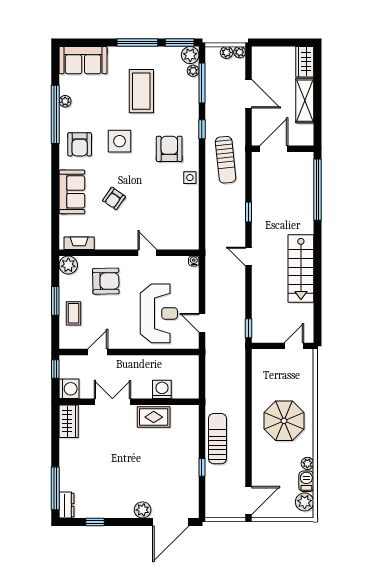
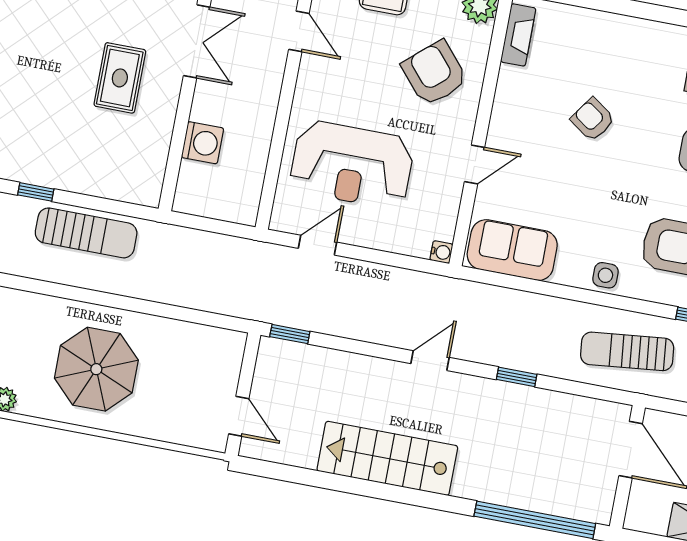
sofa: (72, 192) -> (512, 250), moved, turned 180
armchair: (106, 281) -> (435, 73), turned 140
rug: (154, 417) -> (120, 78), moved

